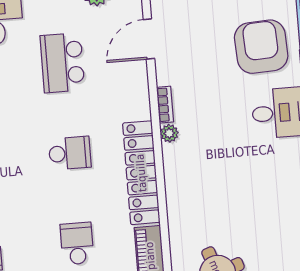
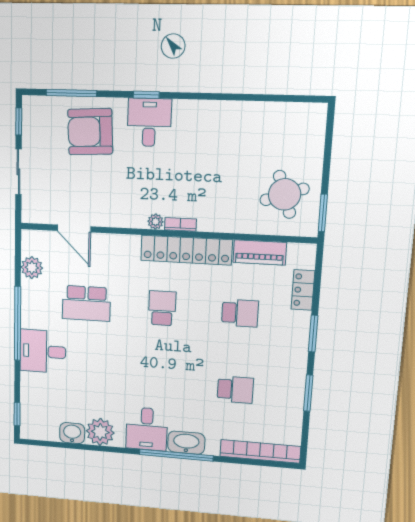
bookcase: (165, 105) -> (180, 224), moved
school desk: (77, 244) -> (240, 313), turned 180

